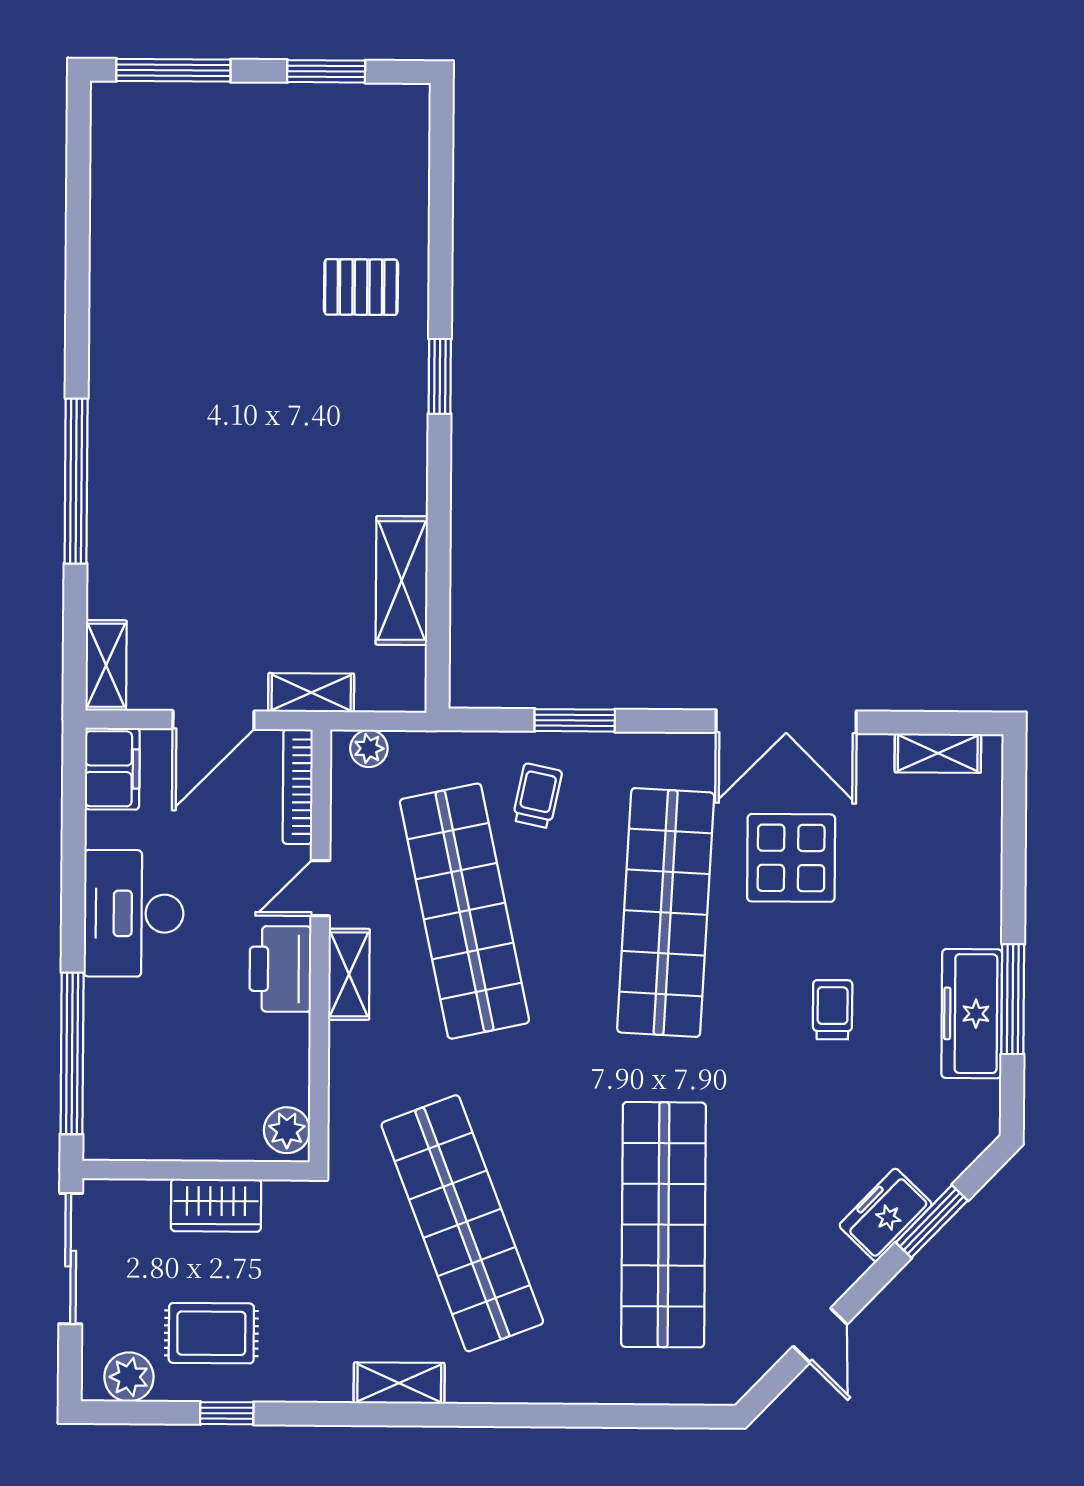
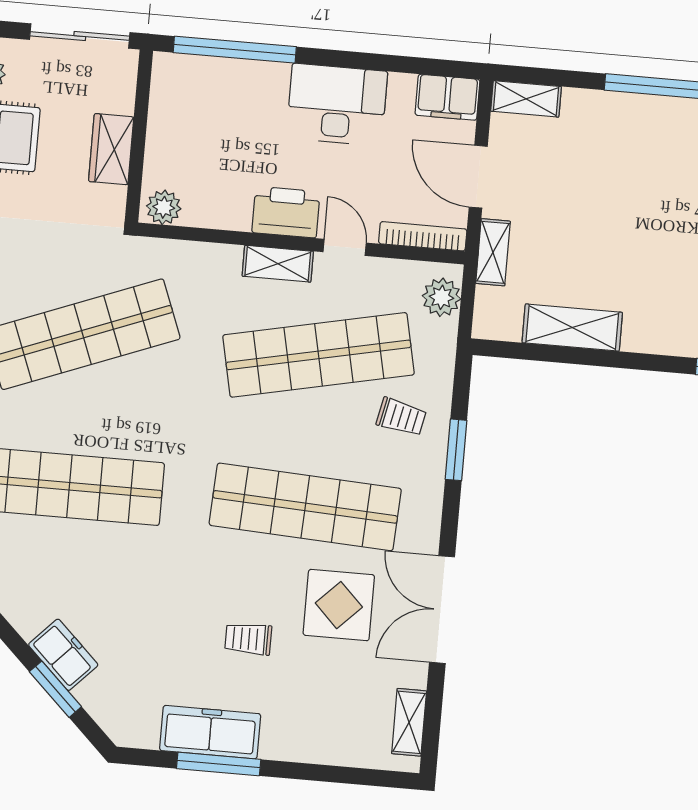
plant: (369, 748) -> (442, 297), width x1.38, depth x1.38
trolley: (833, 1010) -> (248, 639), moved, turned 180

